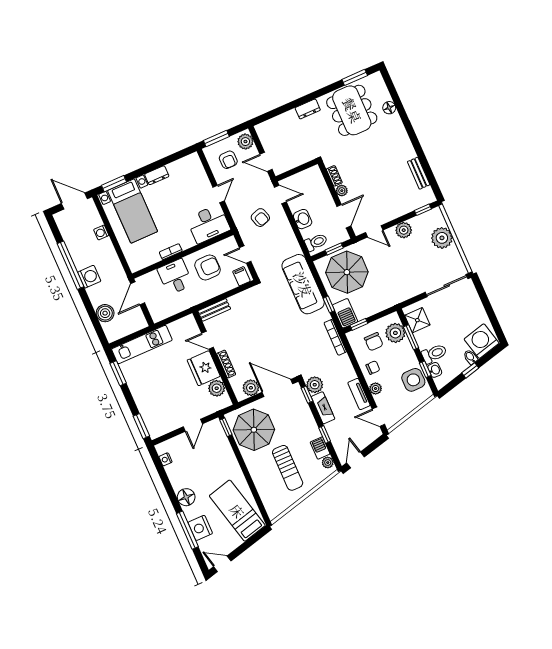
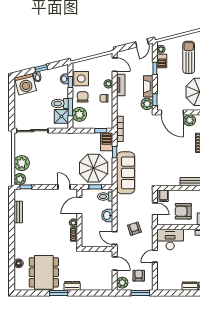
window: (355, 77) -> (59, 293), moved
plant: (404, 230) -> (20, 179), moved
chair: (374, 342) -> (83, 97), moved
toilet: (434, 354) -> (60, 104), moved

